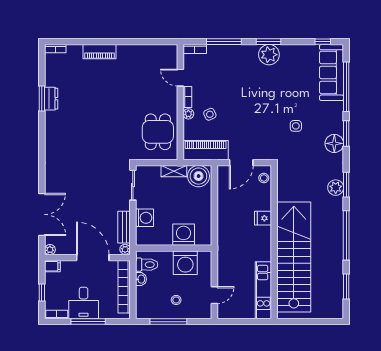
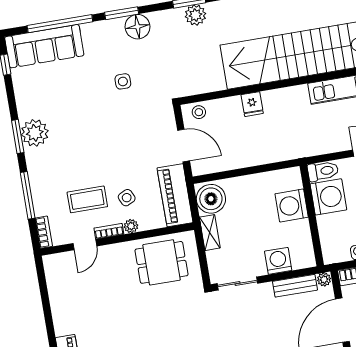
coffee table: (213, 85) -> (87, 199), added
toilet: (147, 265) -> (323, 171), moved, turned 90

